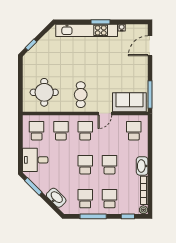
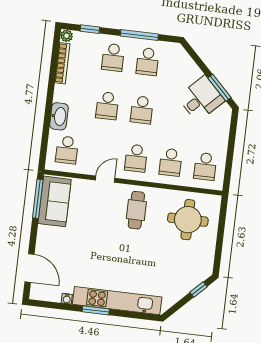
door: (150, 46) -> (29, 268), hinge flipped
sofa: (129, 102) -> (55, 201), moved, turned -90
desk: (35, 160) -> (201, 99), moved, turned -45
washbasin: (142, 166) -> (59, 116), moved
washbasin: (56, 198) -> (189, 68), removed

